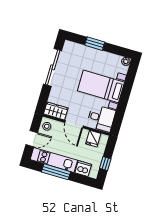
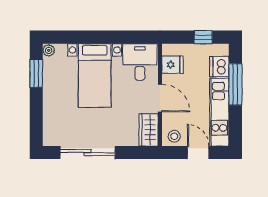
window: (95, 44) -> (36, 74), moved
door: (74, 124) -> (160, 98), hinge flipped
window: (56, 172) -> (235, 84), moved

